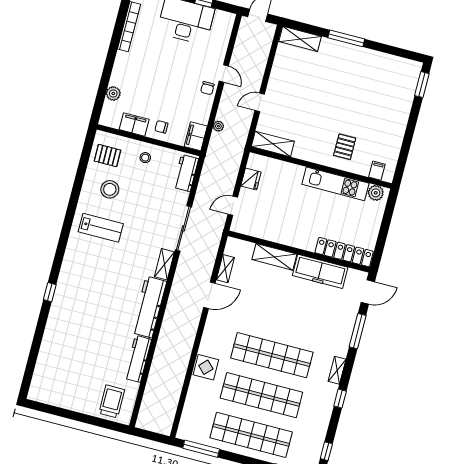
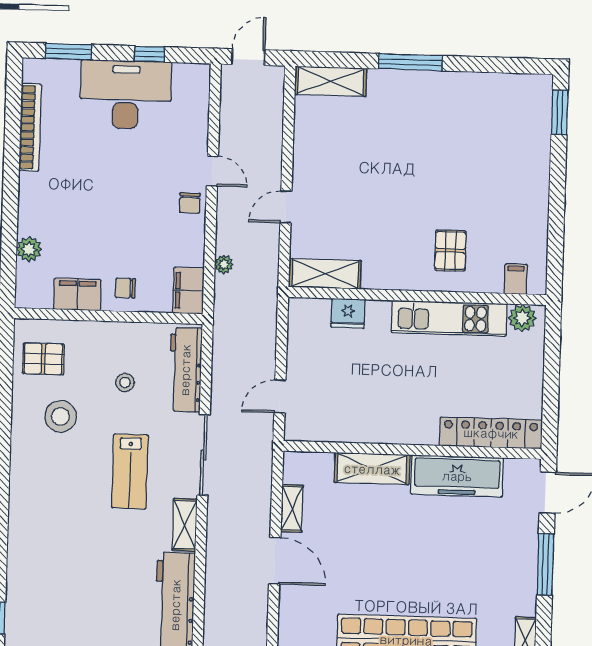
stool: (145, 158) -> (125, 383), moved
workbench: (186, 173) -> (185, 370), width x1.37
fridge: (251, 179) -> (348, 313), moved, turned 90
lab bench: (101, 228) -> (130, 471), moved, turned 90
door: (209, 295) -> (275, 561), hinge flipped

